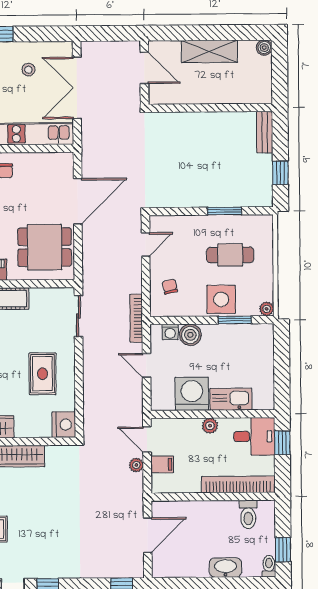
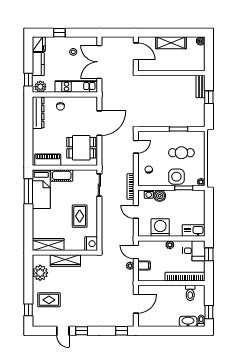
window: (280, 173) -> (209, 97), moved
kitchen sink: (231, 399) -> (194, 231), moved
washbasin: (225, 568) -> (188, 321), moved

